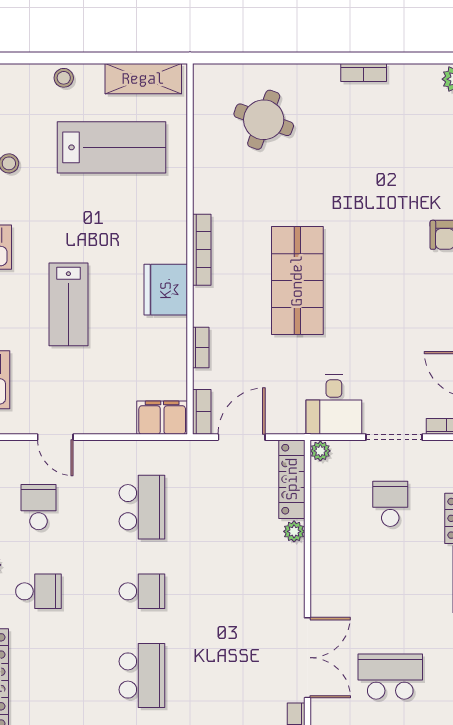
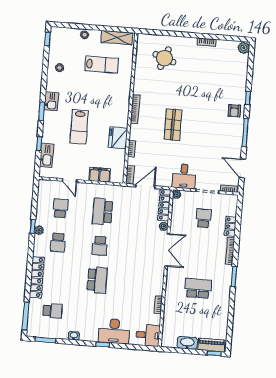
lab bench: (112, 147) -> (102, 65), width x0.73, depth x0.72
shop shelf: (297, 281) -> (173, 125), width x0.70, depth x0.74
fridge: (166, 290) -> (118, 138), moved
filing cabinet: (162, 418) -> (100, 175), moved
school desk: (142, 507) -> (103, 212), turned 180
school desk: (39, 591) -> (58, 243), turned 90
school desk: (142, 591) -> (100, 246), turned 90
double door: (307, 658) -> (167, 250), moved

